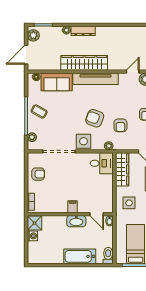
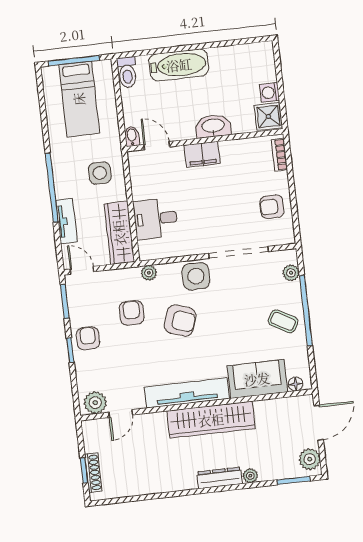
desk: (102, 163) -> (156, 219), moved
filing cabinet: (73, 207) -> (202, 154), width x2.00
washbasin: (76, 221) -> (213, 126), moved

